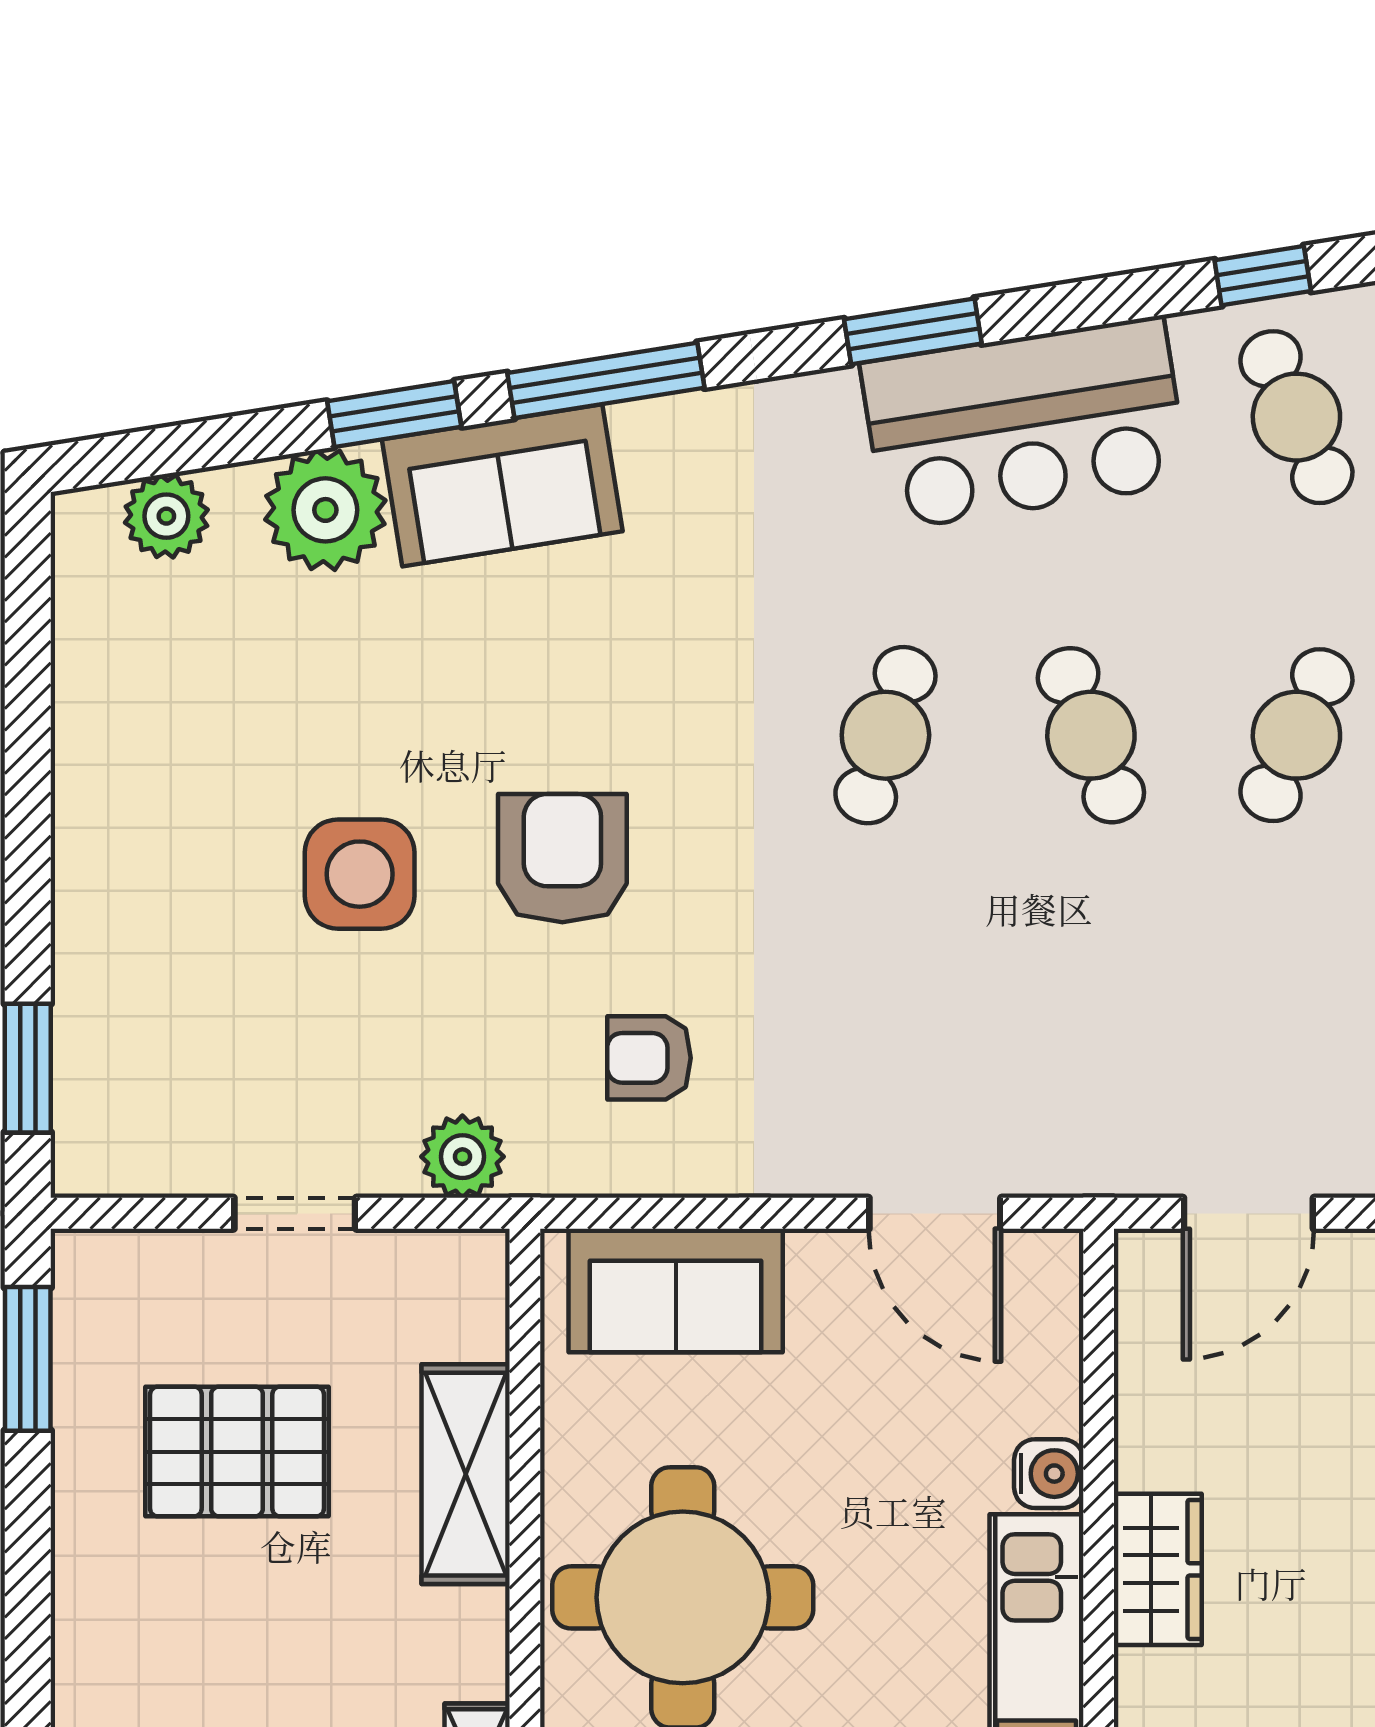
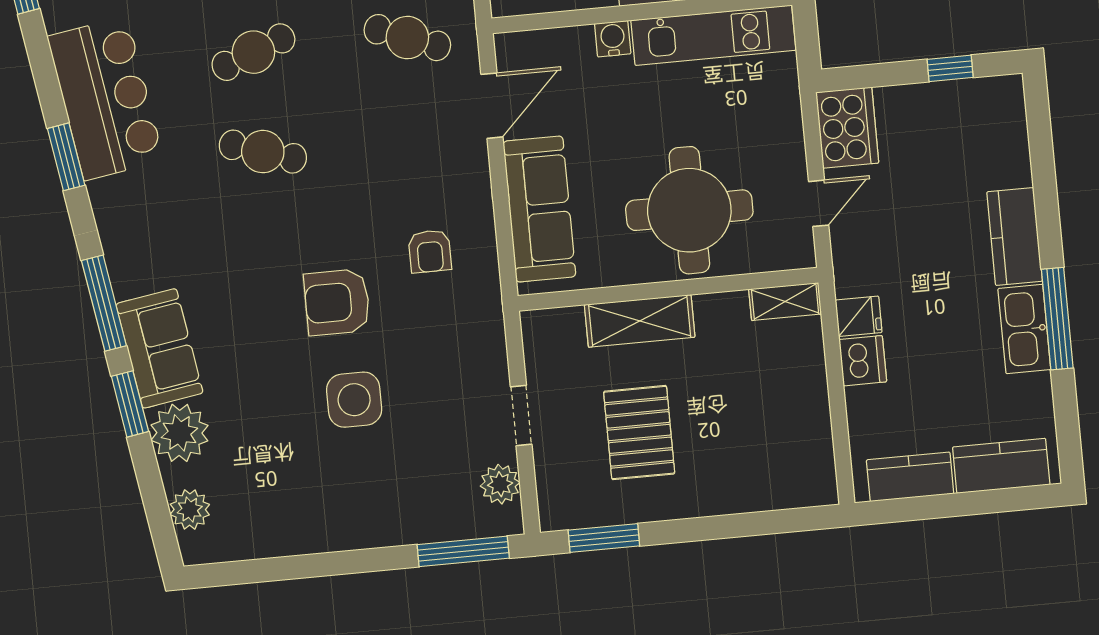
cafe table: (1091, 1053) -> (407, 38), added
window: (28, 1068) -> (463, 551), width x1.44
plant: (462, 1157) -> (500, 484), moved
sofa: (676, 1290) -> (539, 209), width x1.36

